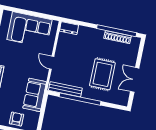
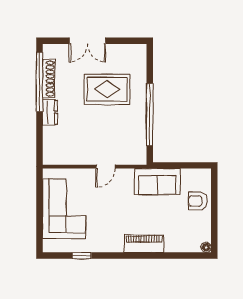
dresser: (69, 28) -> (50, 112), moved
double door: (135, 80) -> (87, 41), moved
bench: (65, 89) -> (140, 139), removed

